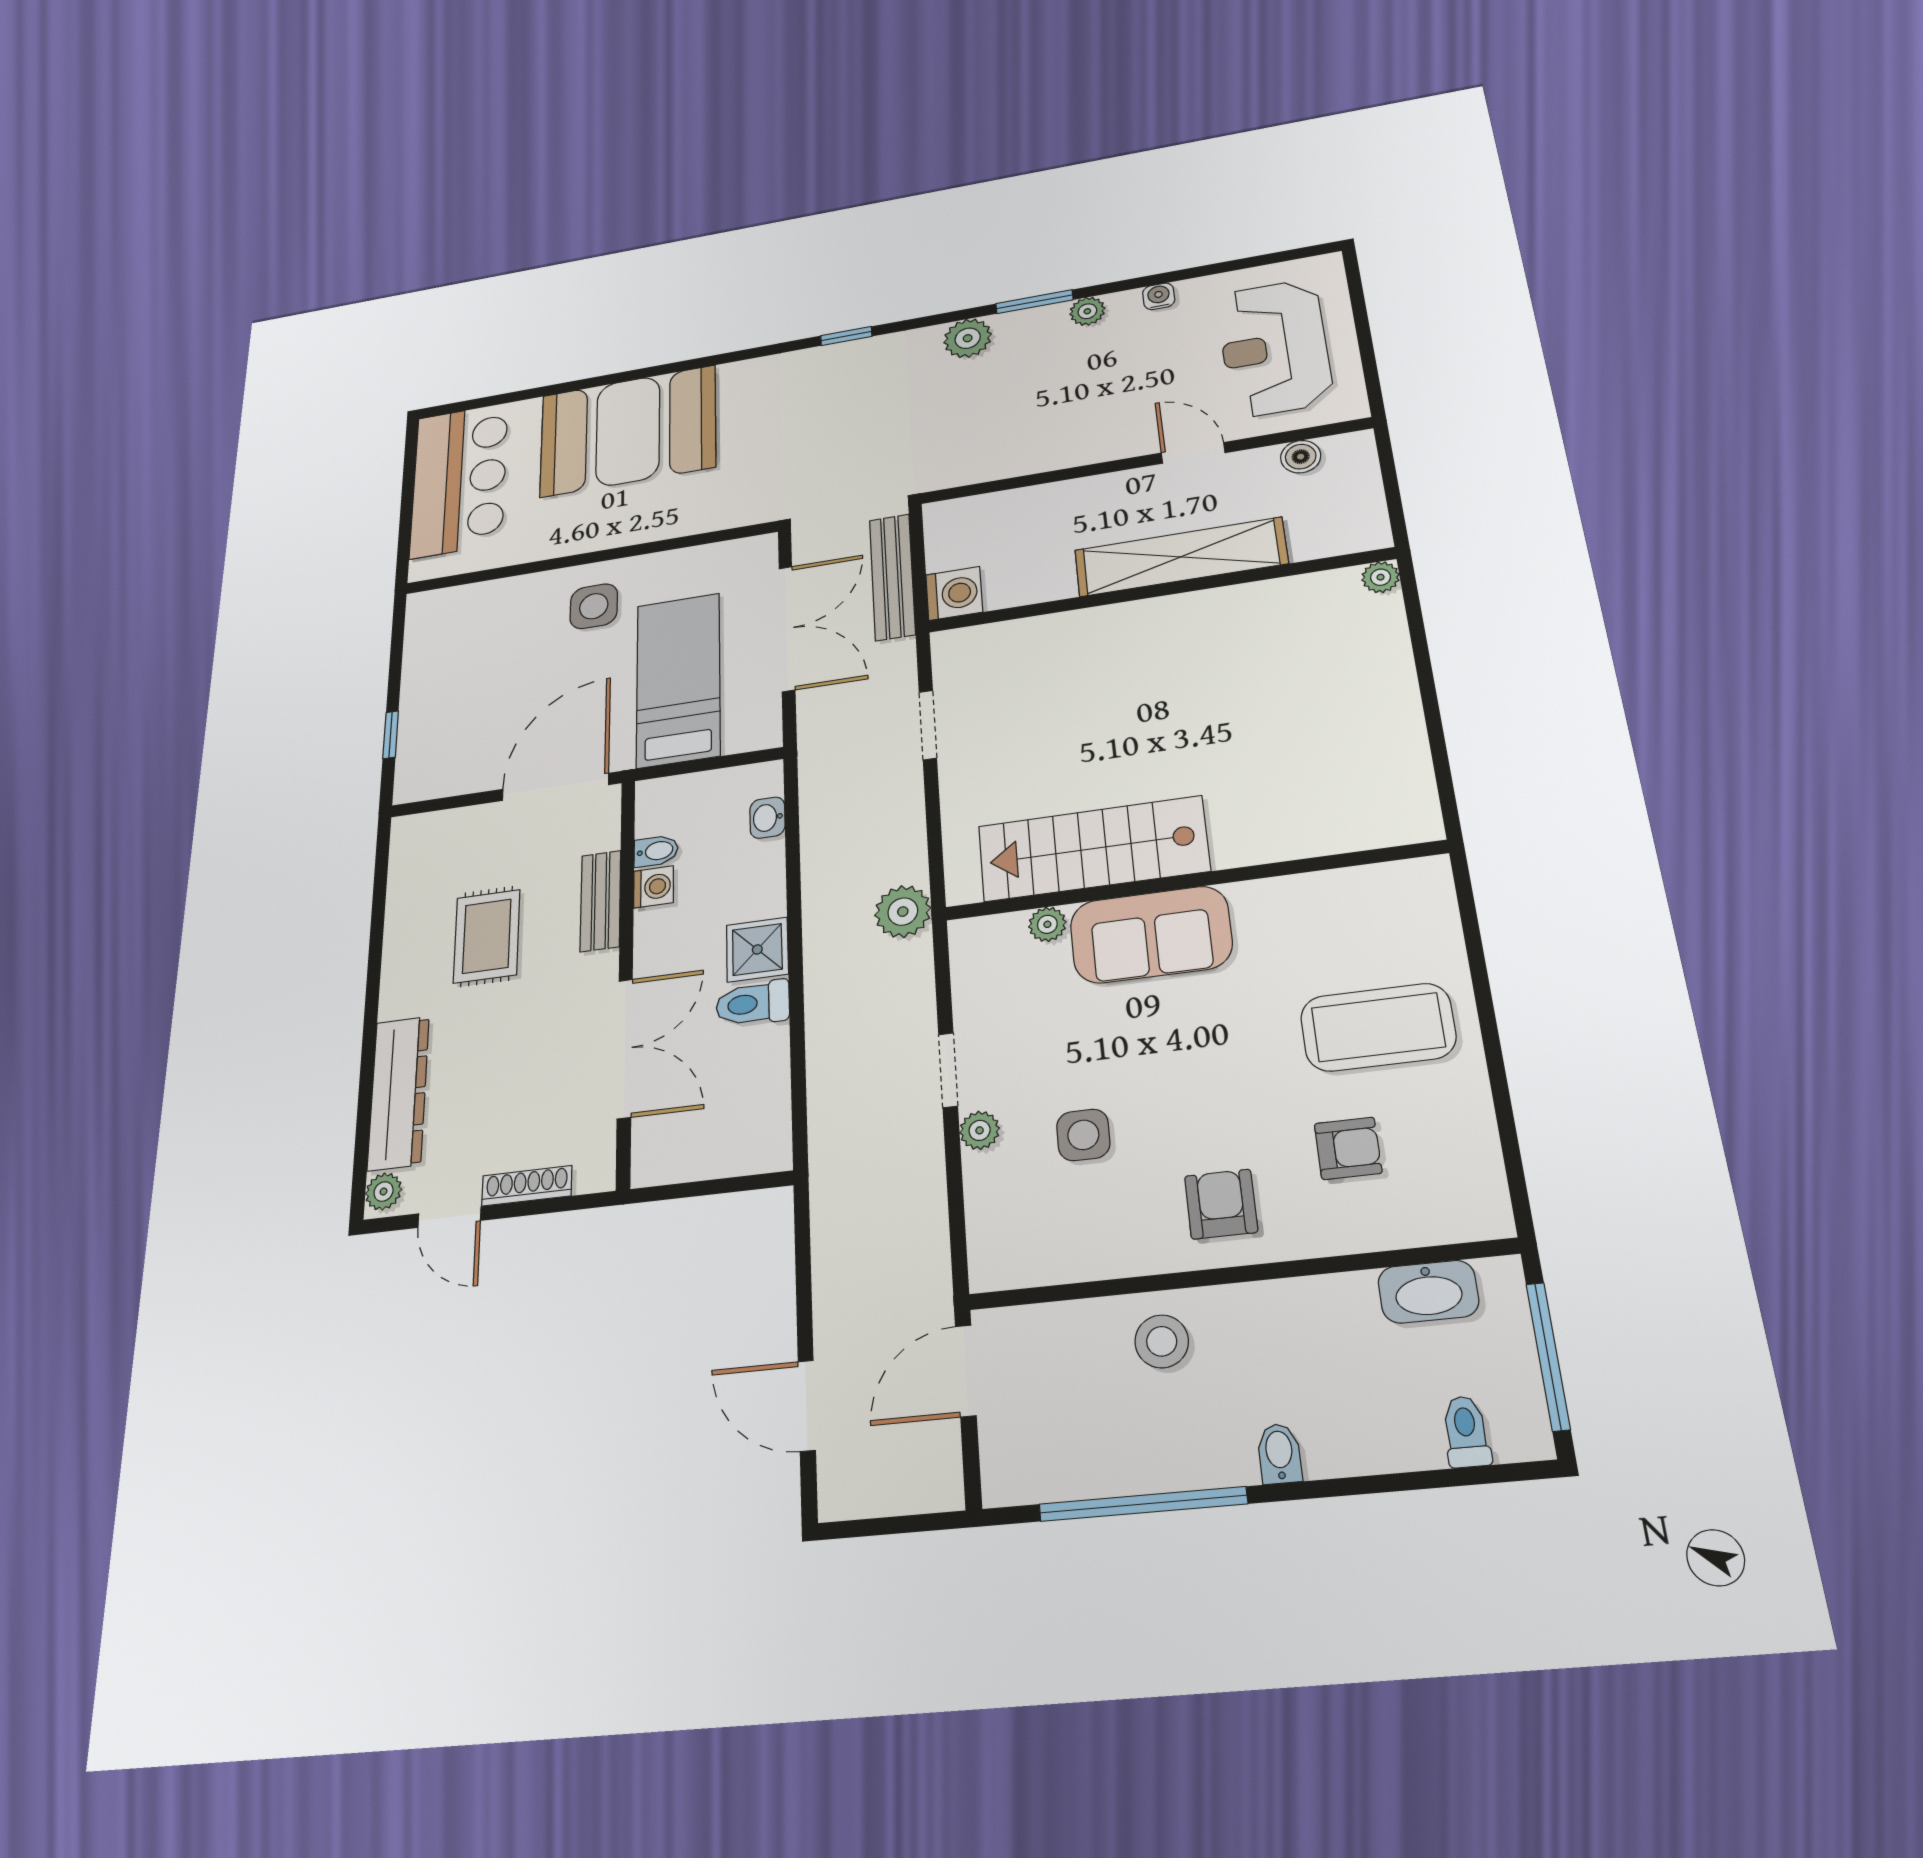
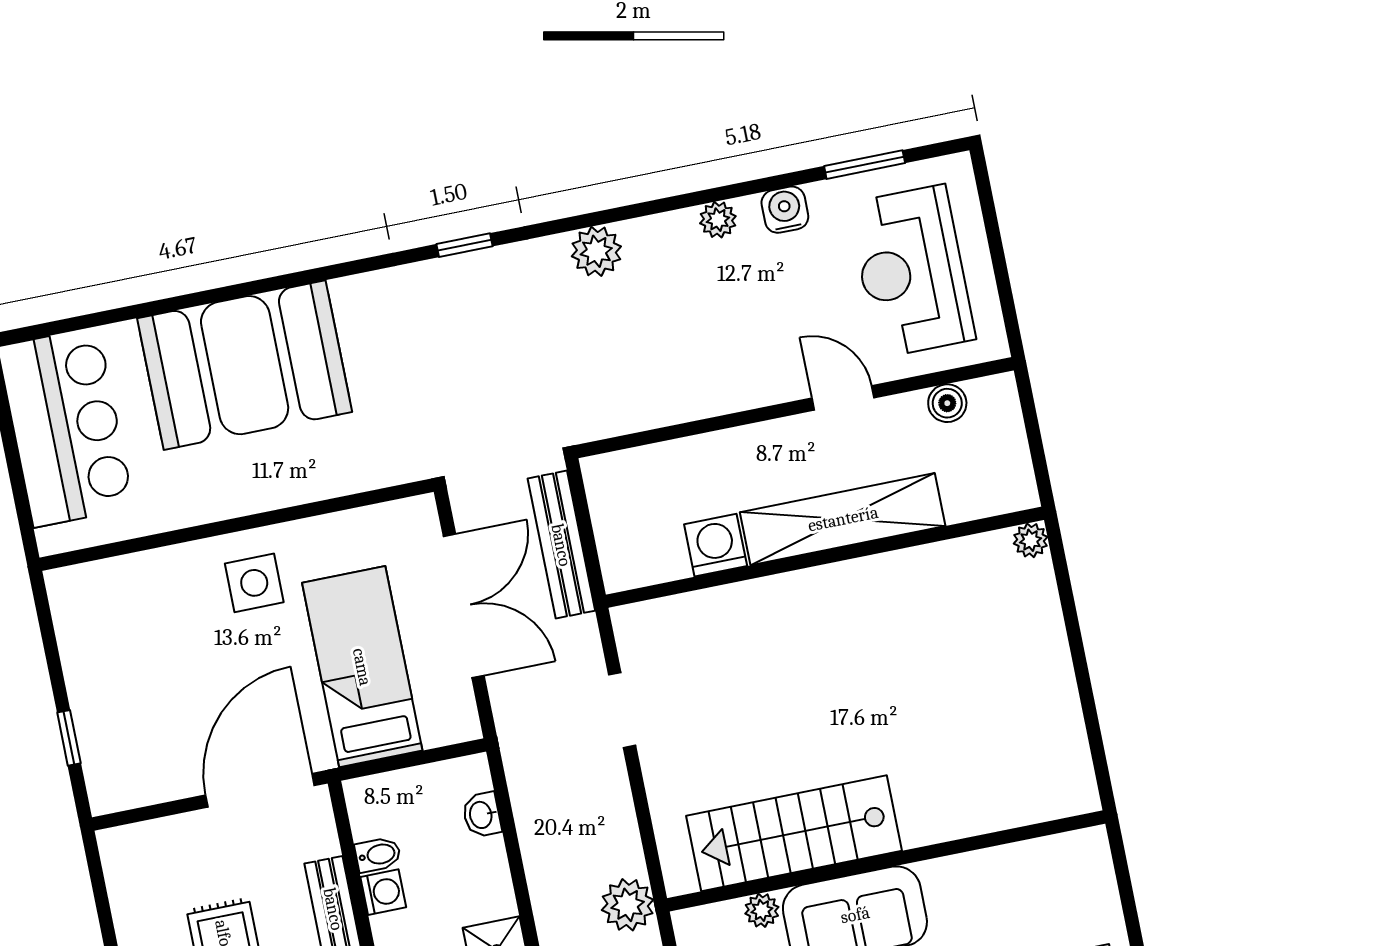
water cooler: (1159, 296) -> (785, 210), width x1.38, depth x1.38
window: (1034, 302) -> (865, 165), moved
washing machine: (954, 593) -> (716, 545), moved, turned -90

